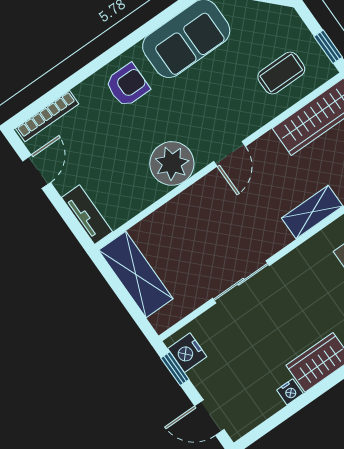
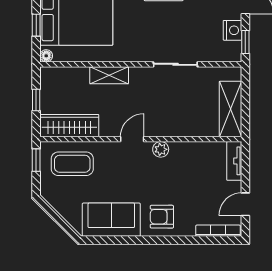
coffee table: (281, 73) -> (72, 164), width x1.36, depth x1.30
plant: (172, 163) -> (161, 149), width x0.53, depth x0.53
nightstand: (187, 353) -> (232, 30), moved

